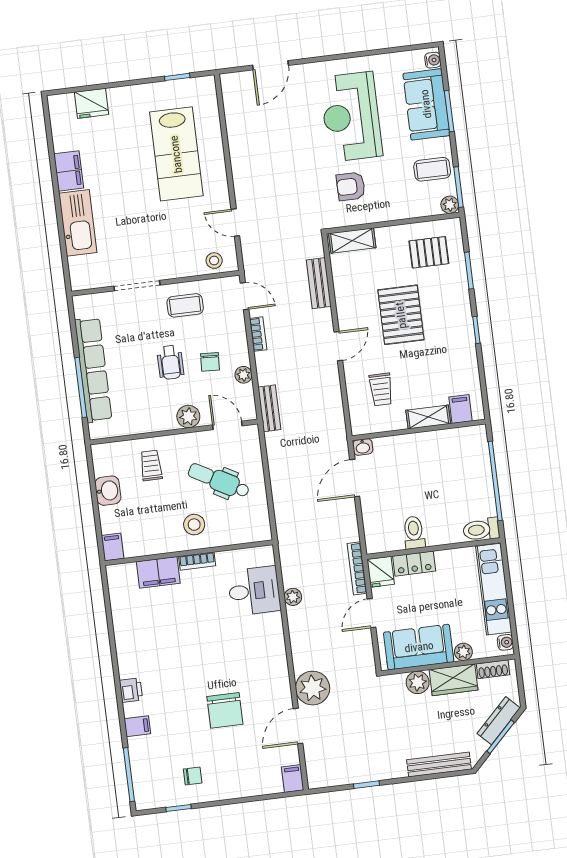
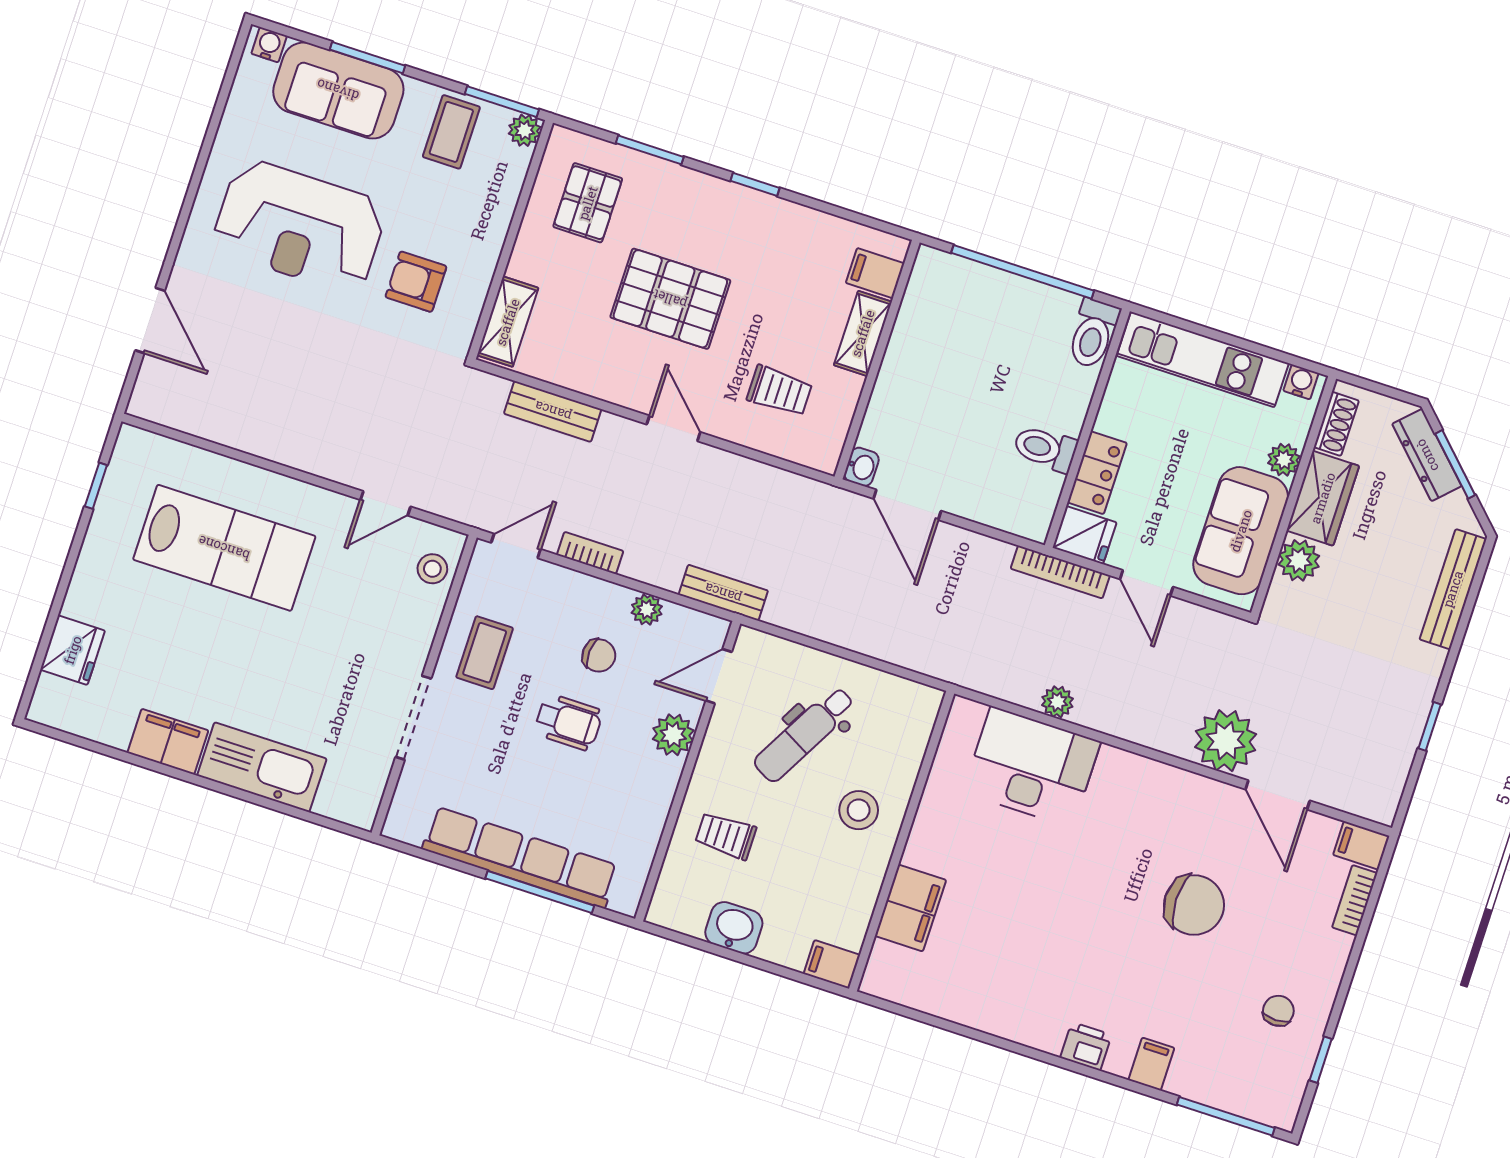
armchair: (351, 186) -> (416, 282), turned 90
bookcase: (197, 561) -> (1355, 900), moved, turned 180
desk: (254, 591) -> (1032, 767), width x1.37

